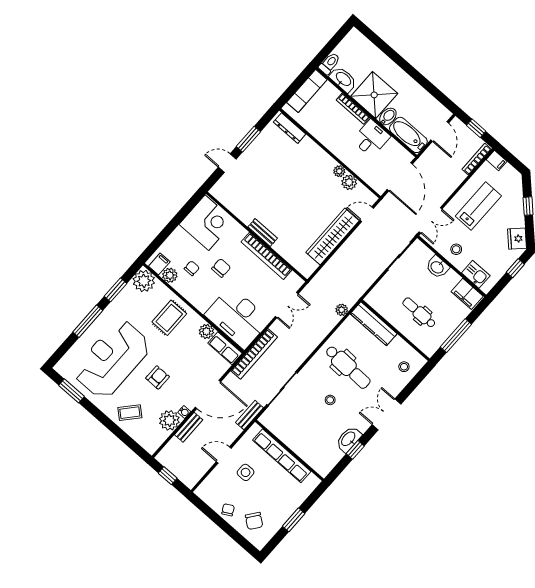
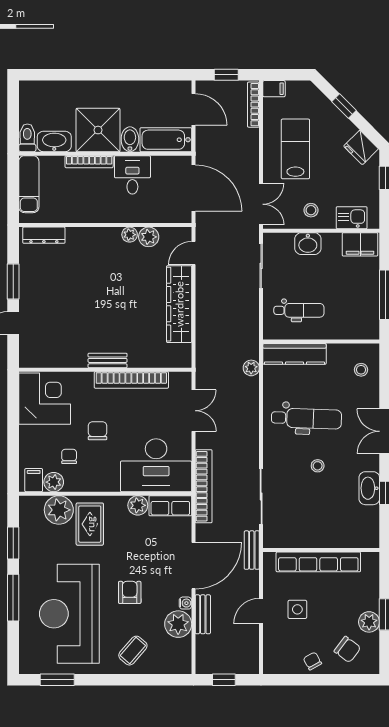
plant: (144, 281) -> (59, 510), moved
dental chair: (419, 313) -> (299, 310), moved, turned 180
plant: (280, 516) -> (369, 622), added

